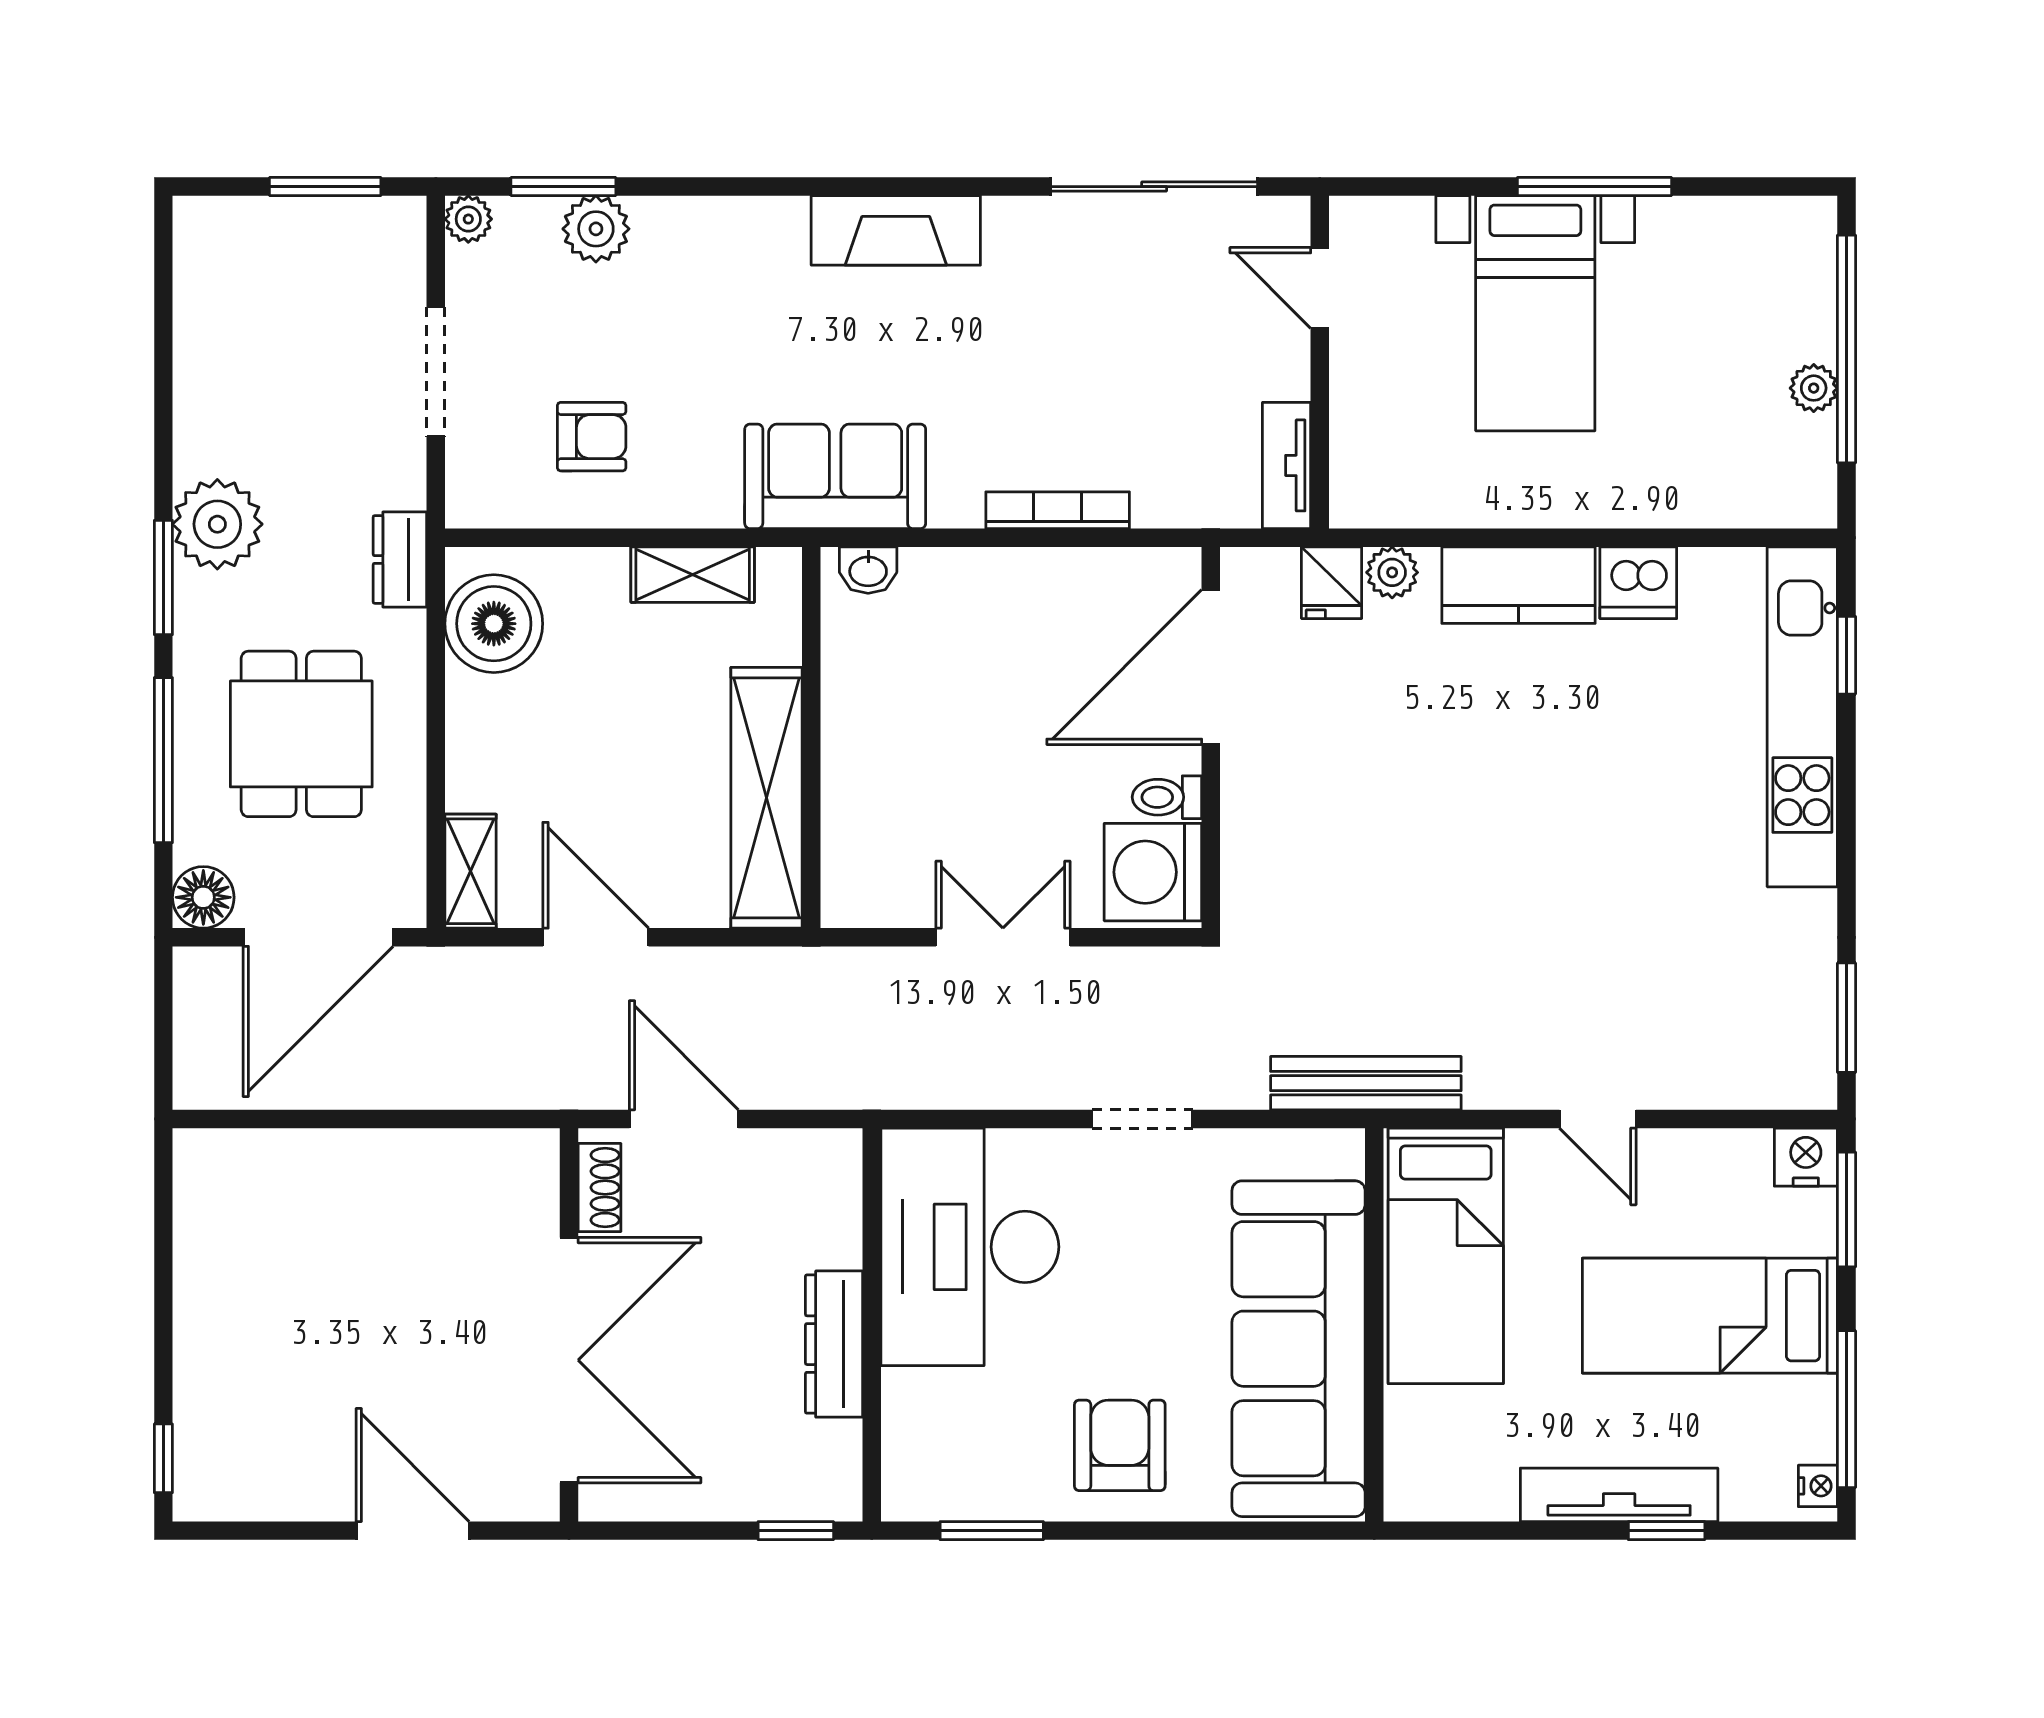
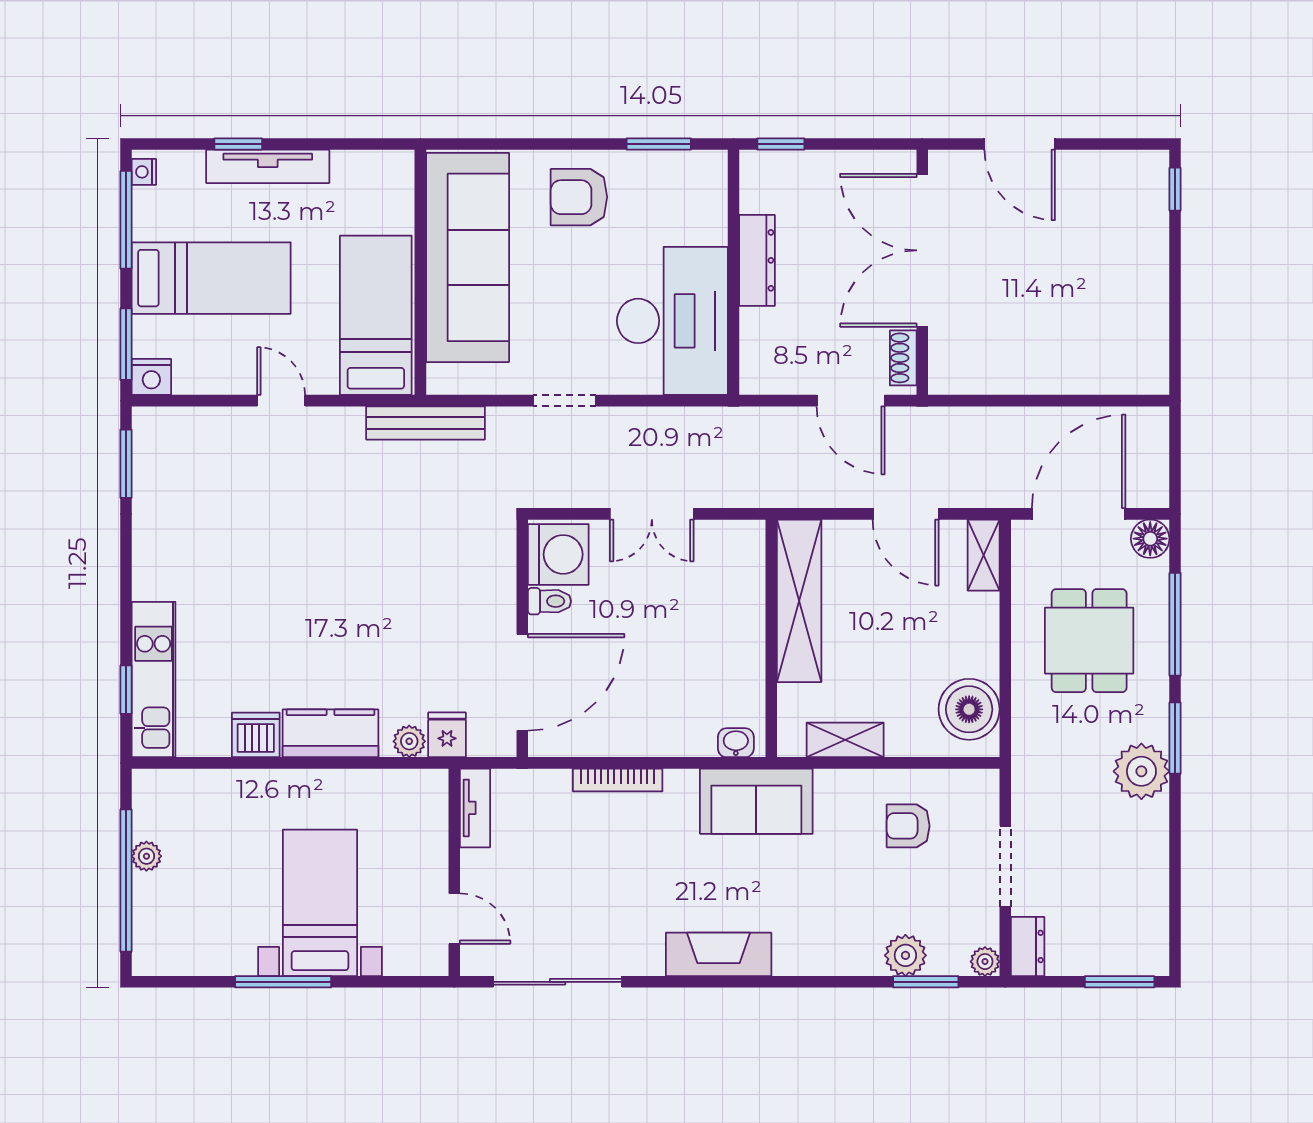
window: (325, 187) -> (1120, 982), moved
dresser: (400, 559) -> (1028, 946), moved
kitchen unit: (1802, 717) -> (154, 680), width x0.73
armchair: (1120, 1445) -> (579, 197), turned 90

